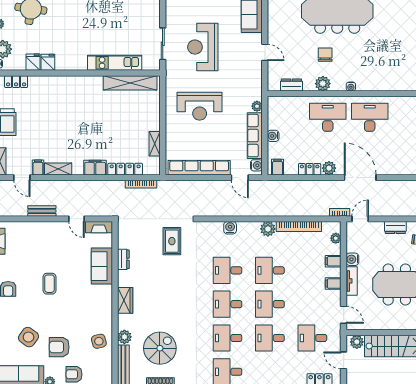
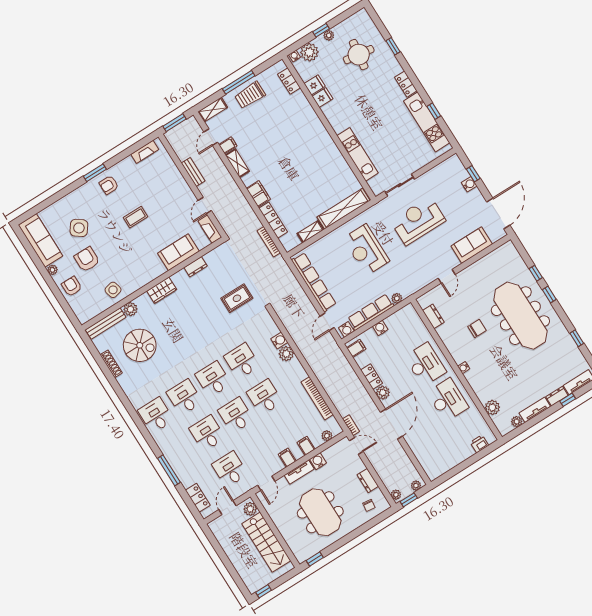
shelving: (130, 83) -> (343, 209), moved, turned 90
plant: (323, 84) -> (492, 407), moved
plant: (268, 229) -> (286, 354), moved

